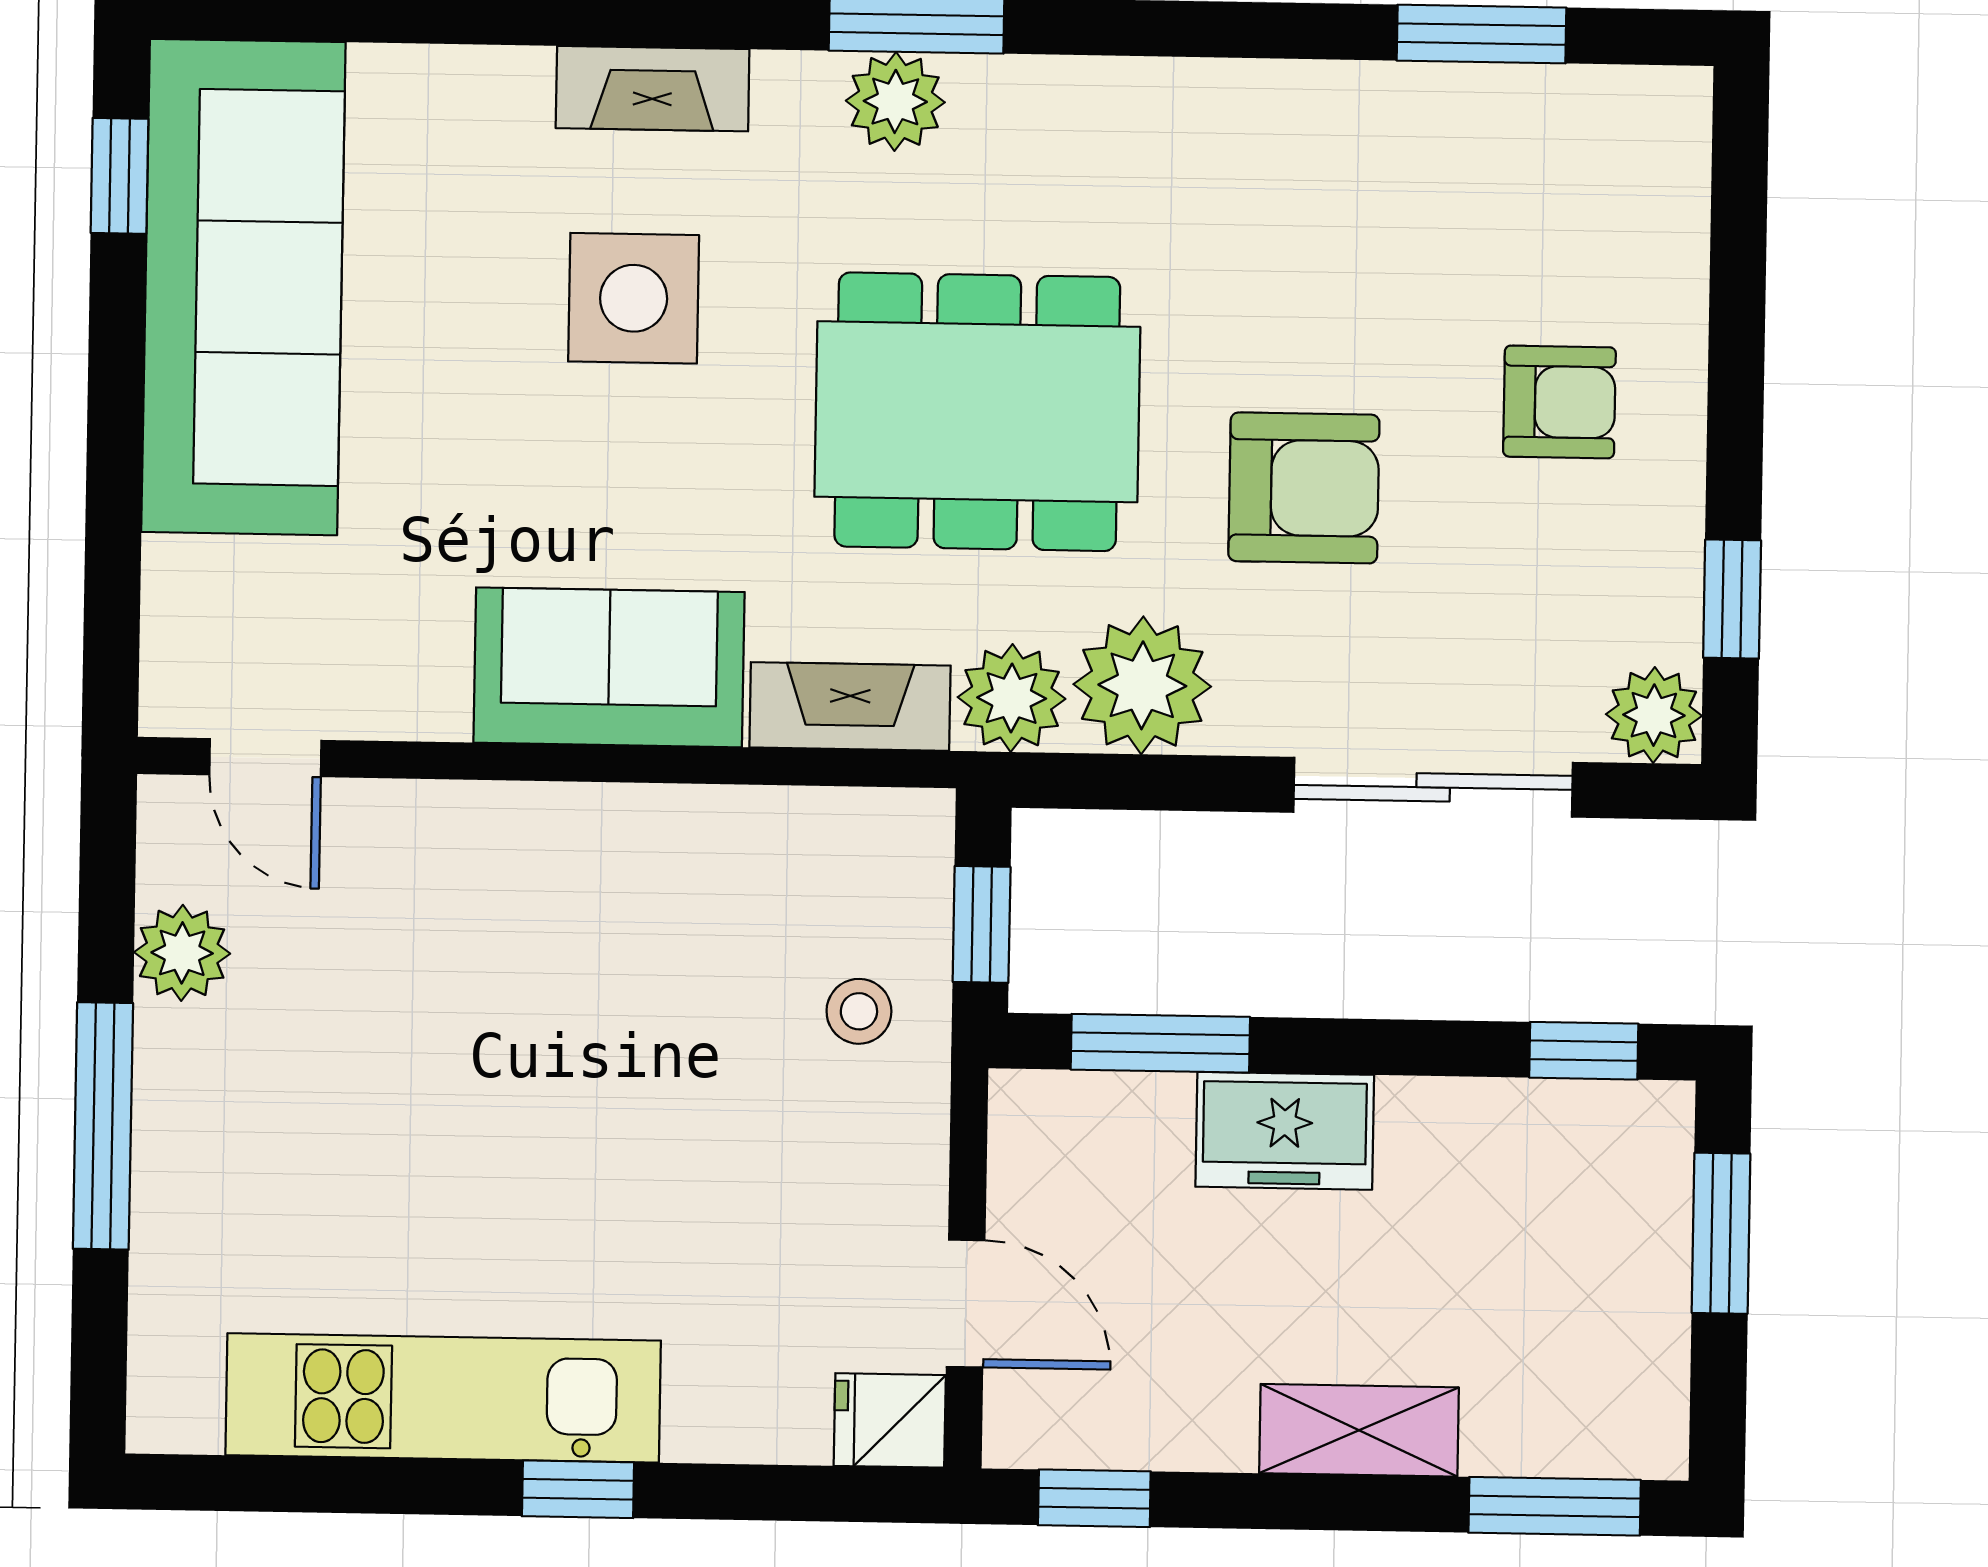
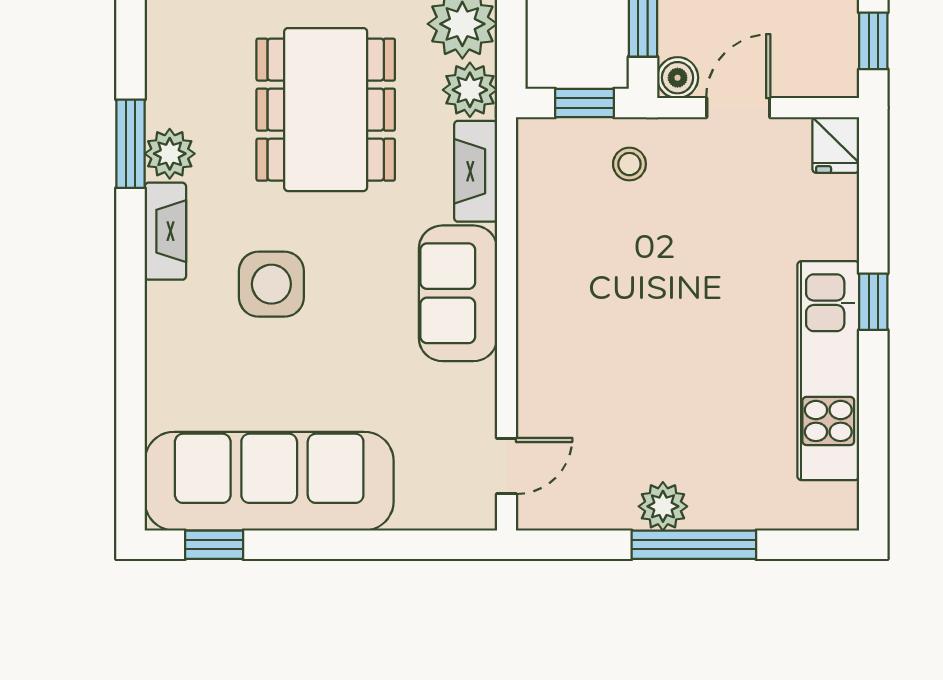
fireplace: (653, 89) -> (165, 231), moved
plant: (182, 953) -> (663, 506), moved
boiler: (1028, 1110) -> (678, 78), added
door: (966, 1304) -> (738, 108), moved

